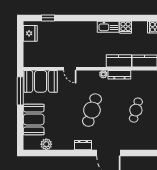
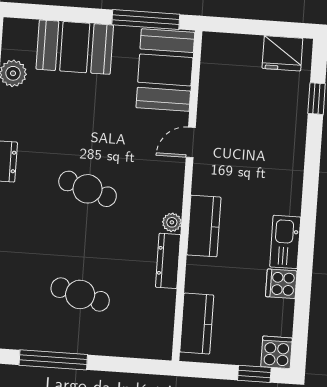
kitchen counter: (119, 61) -> (204, 226), moved
cafe table: (92, 110) -> (88, 189), width x0.73, depth x0.74

